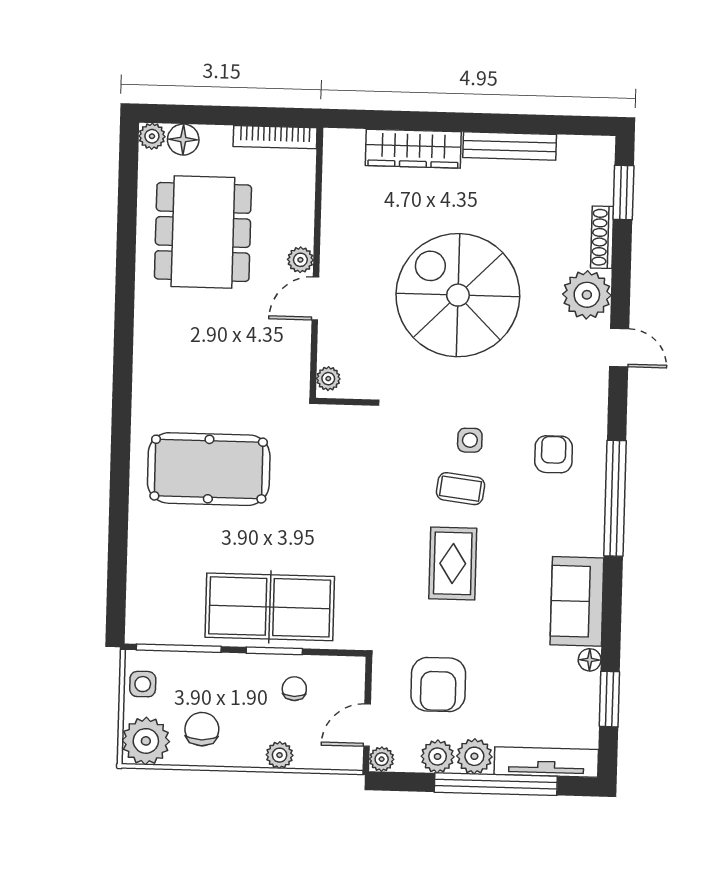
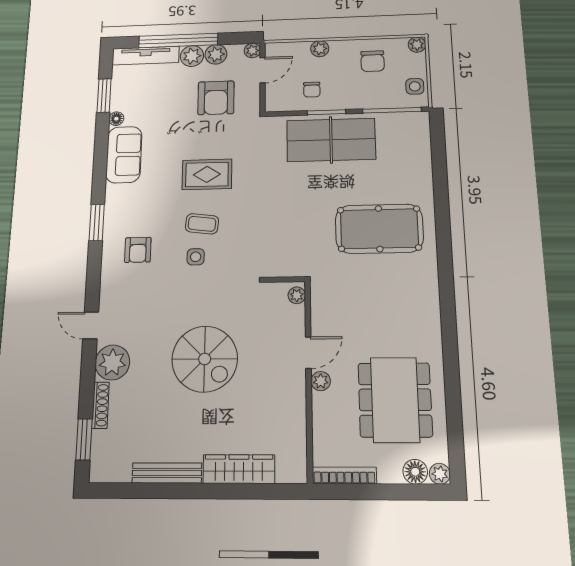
spiral stairs: (458, 295) -> (205, 359), width x0.73, depth x0.73
window: (615, 498) -> (97, 222), width x0.47
rug: (453, 563) -> (207, 174), turned 90
armchair: (438, 684) -> (216, 98), turned 180
plant: (146, 741) -> (417, 45), width x0.53, depth x0.53

